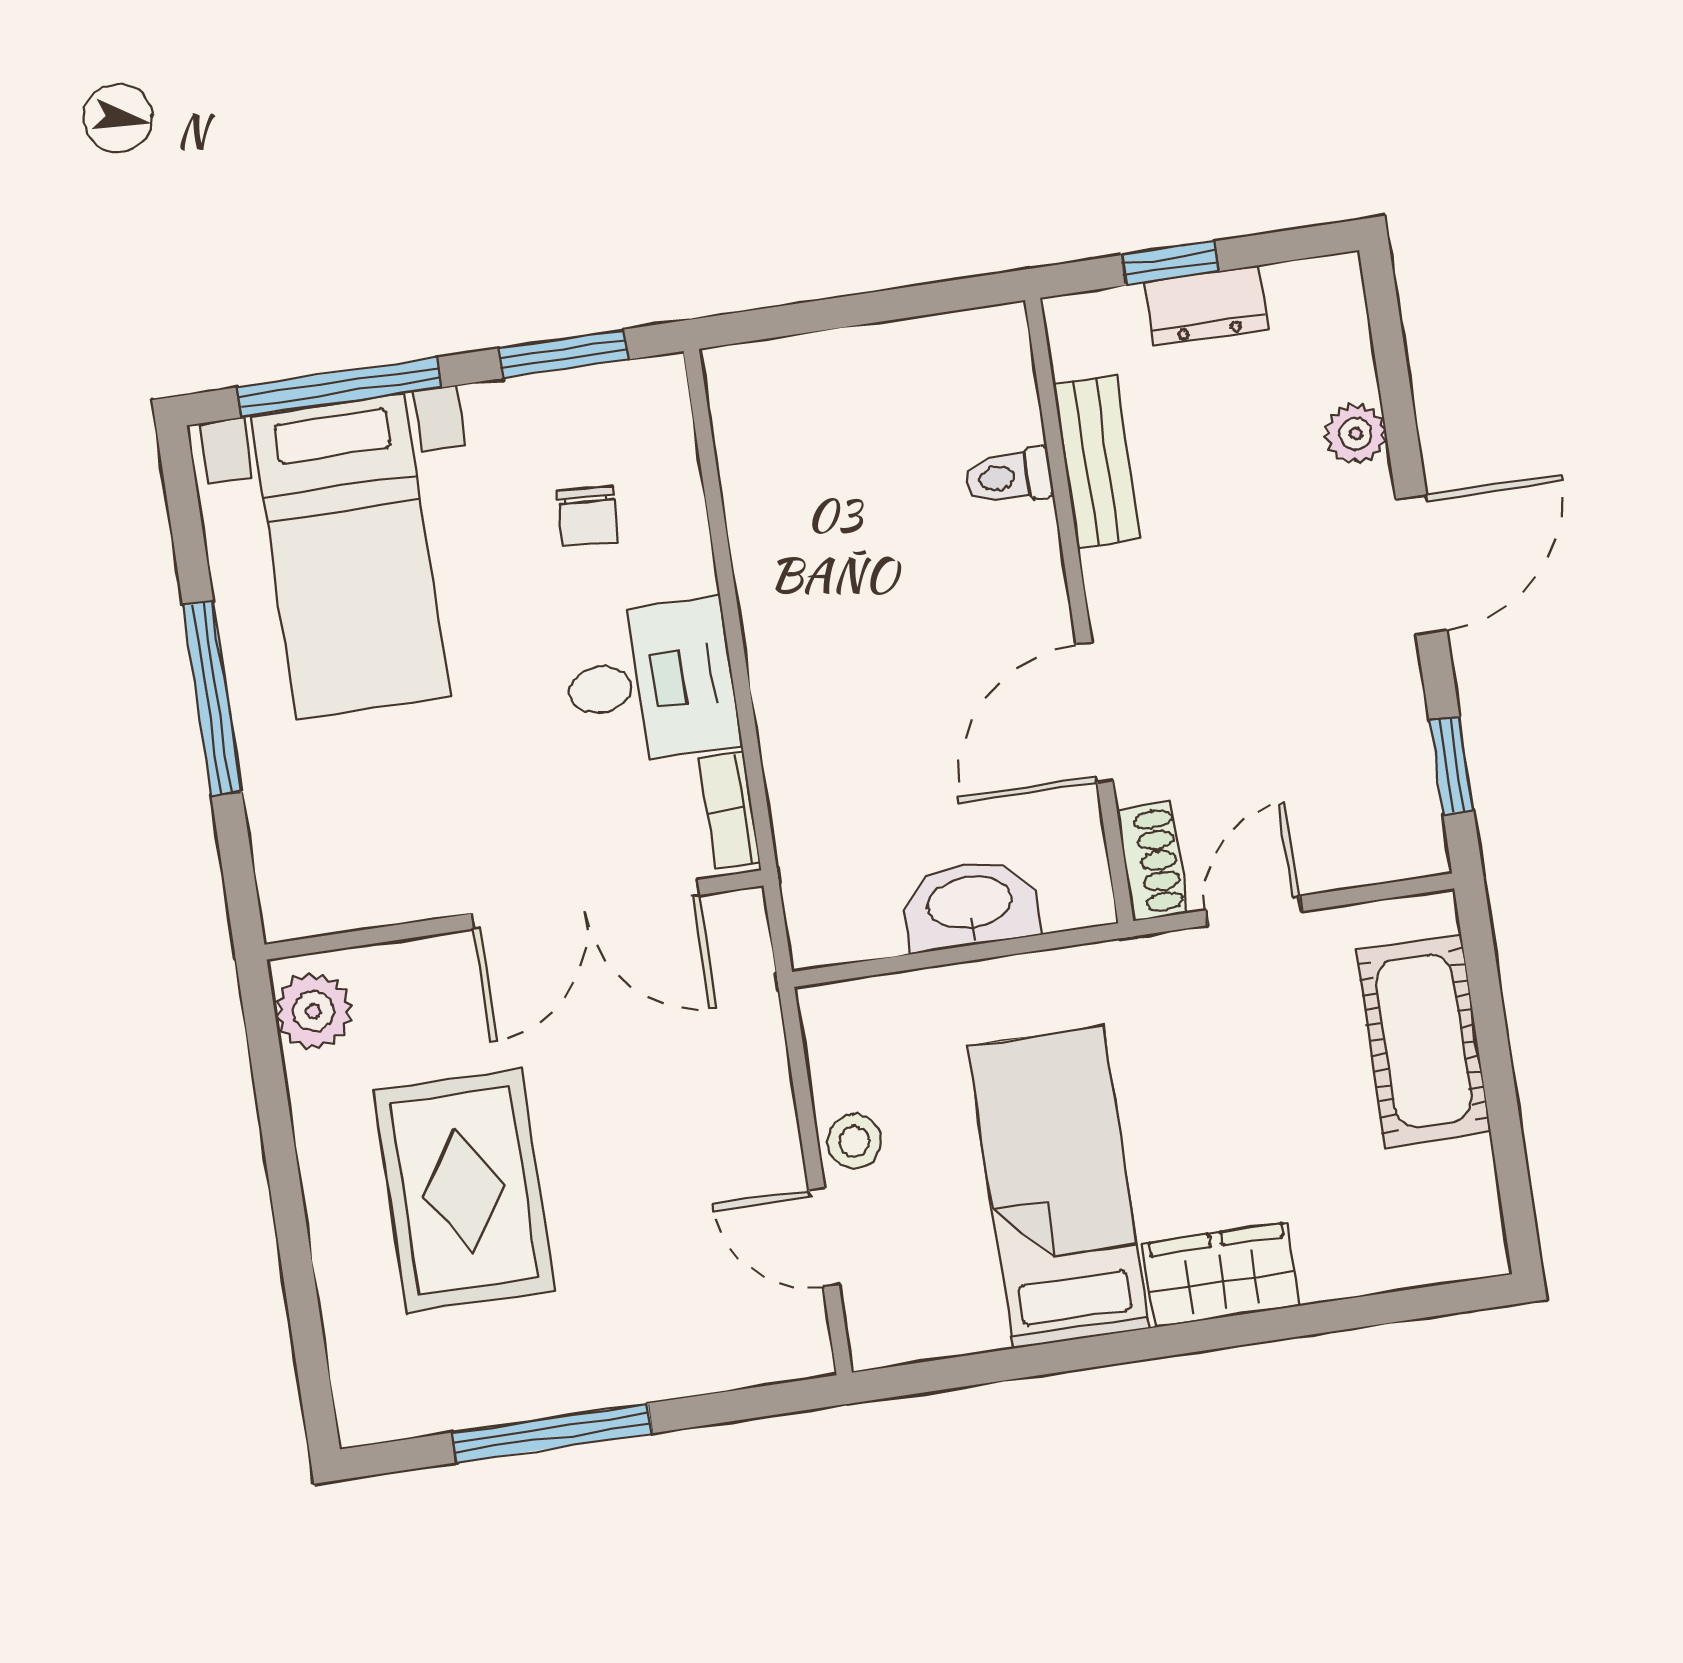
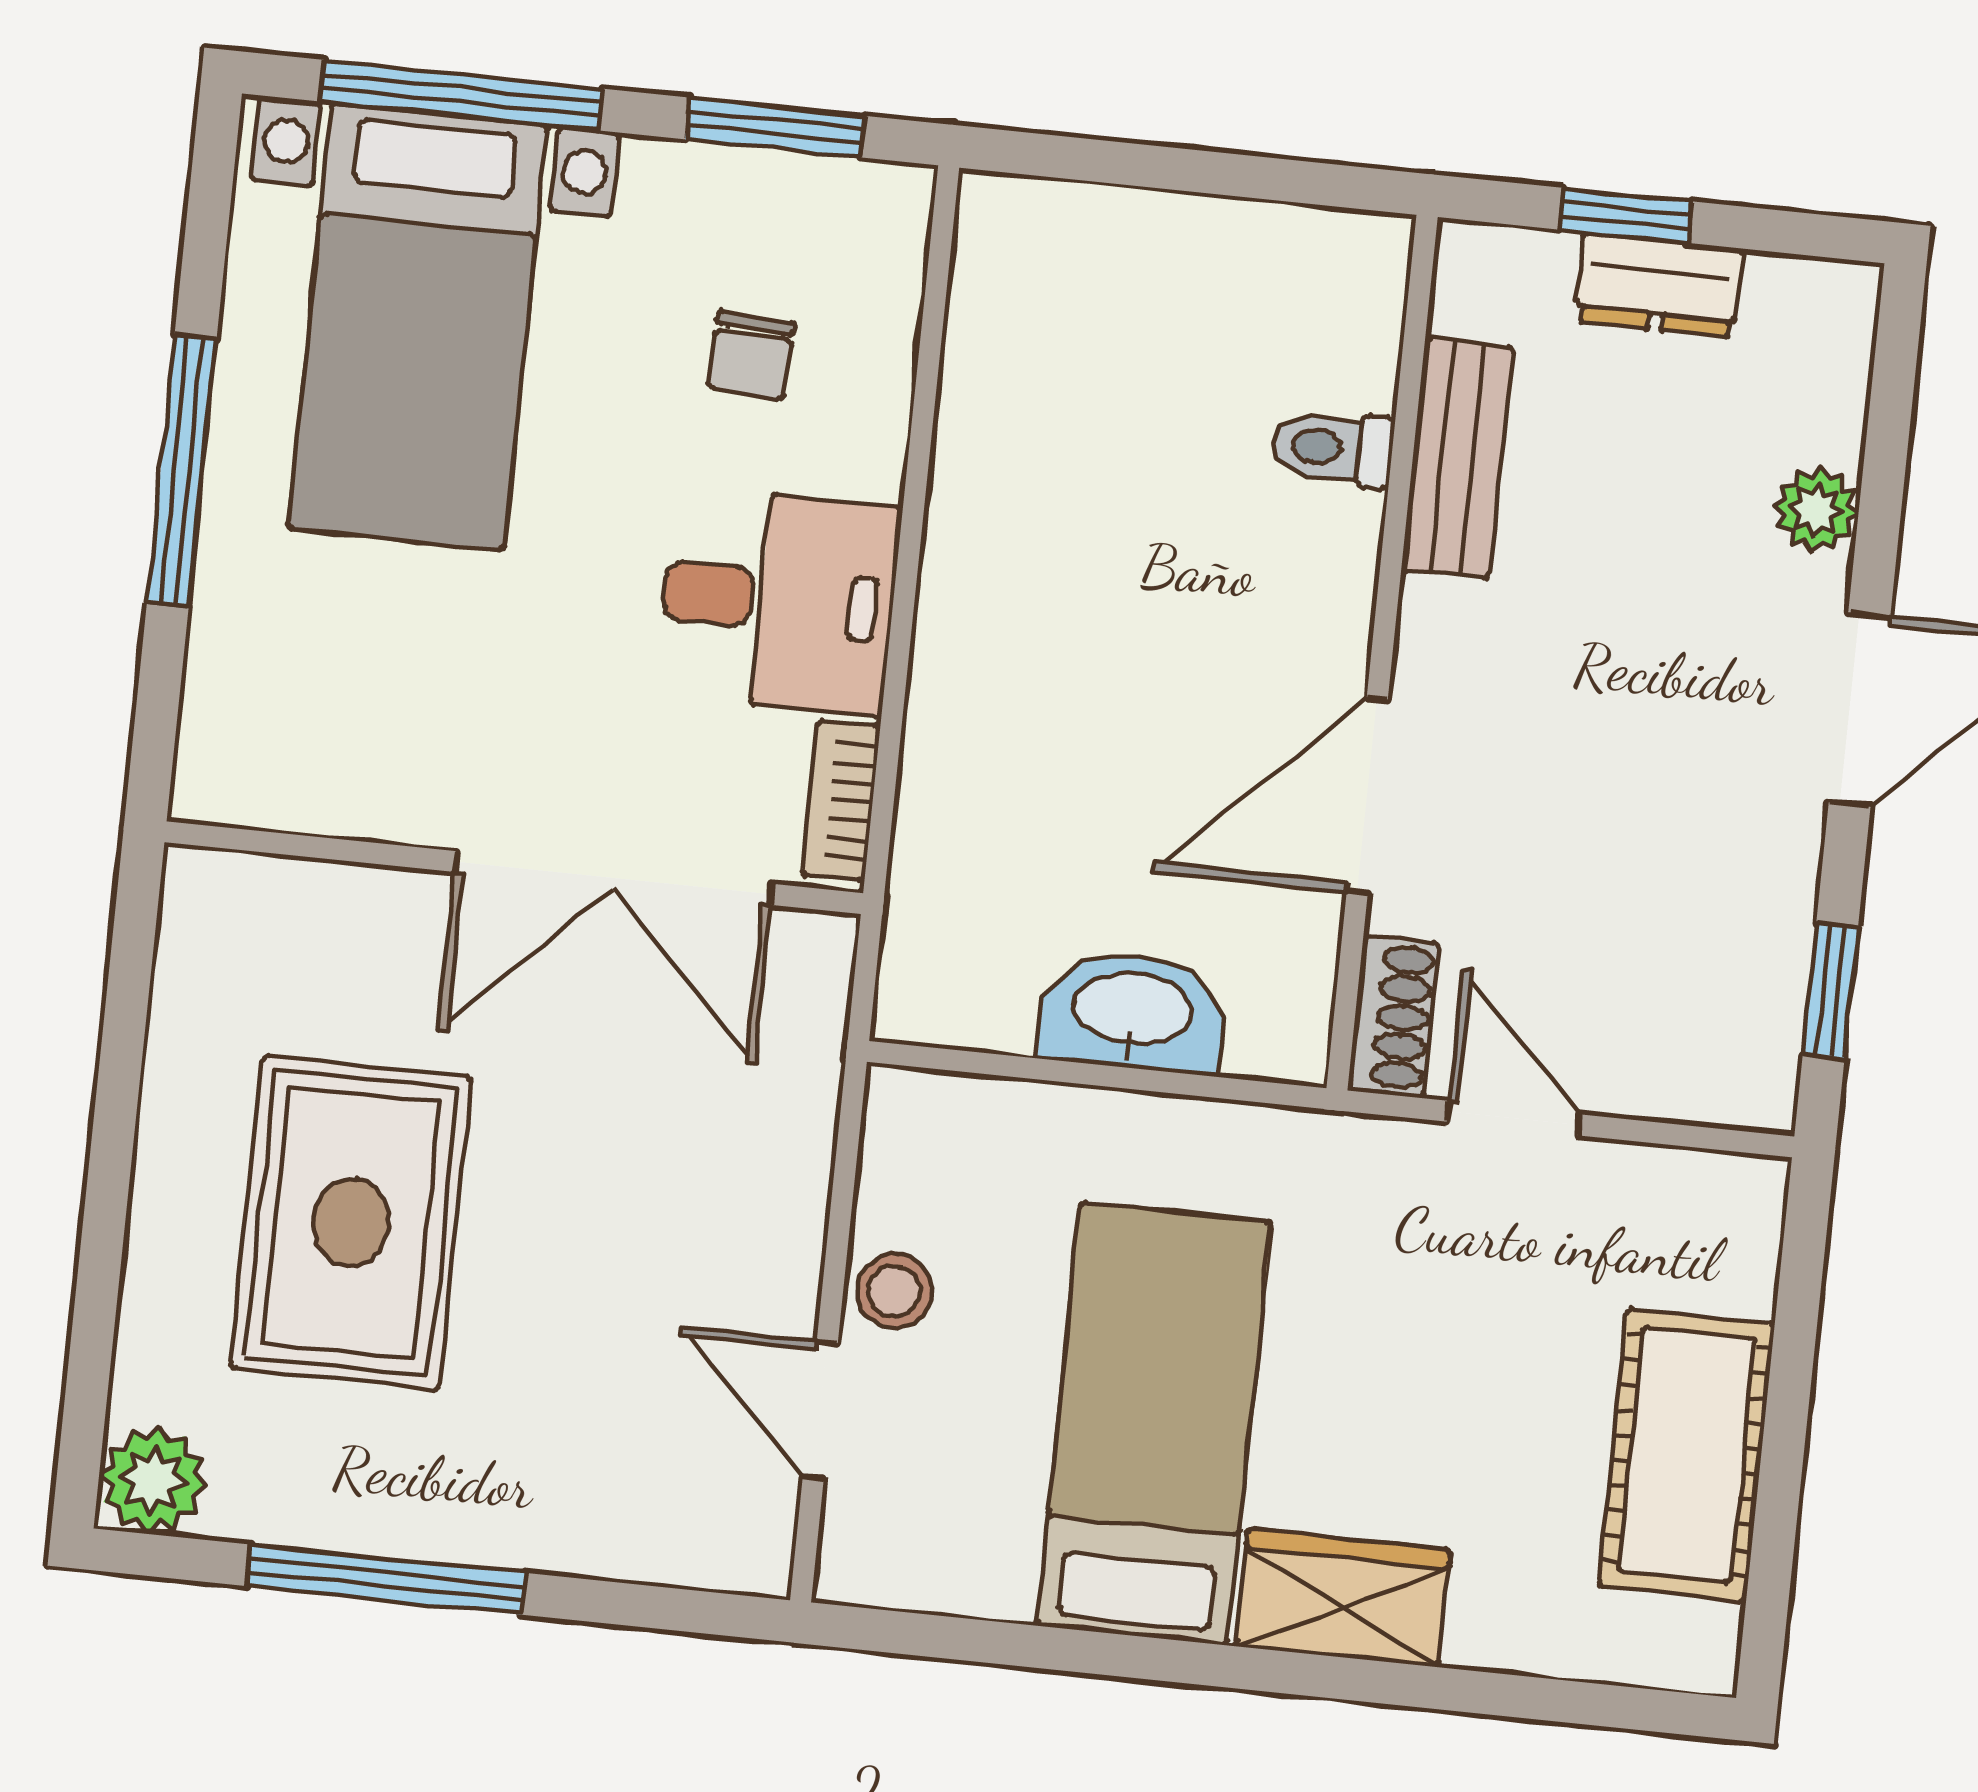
door: (1254, 911) -> (1513, 1118), hinge flipped
plant: (314, 1011) -> (153, 1480), moved
cot: (1423, 1041) -> (1687, 1455), moved

